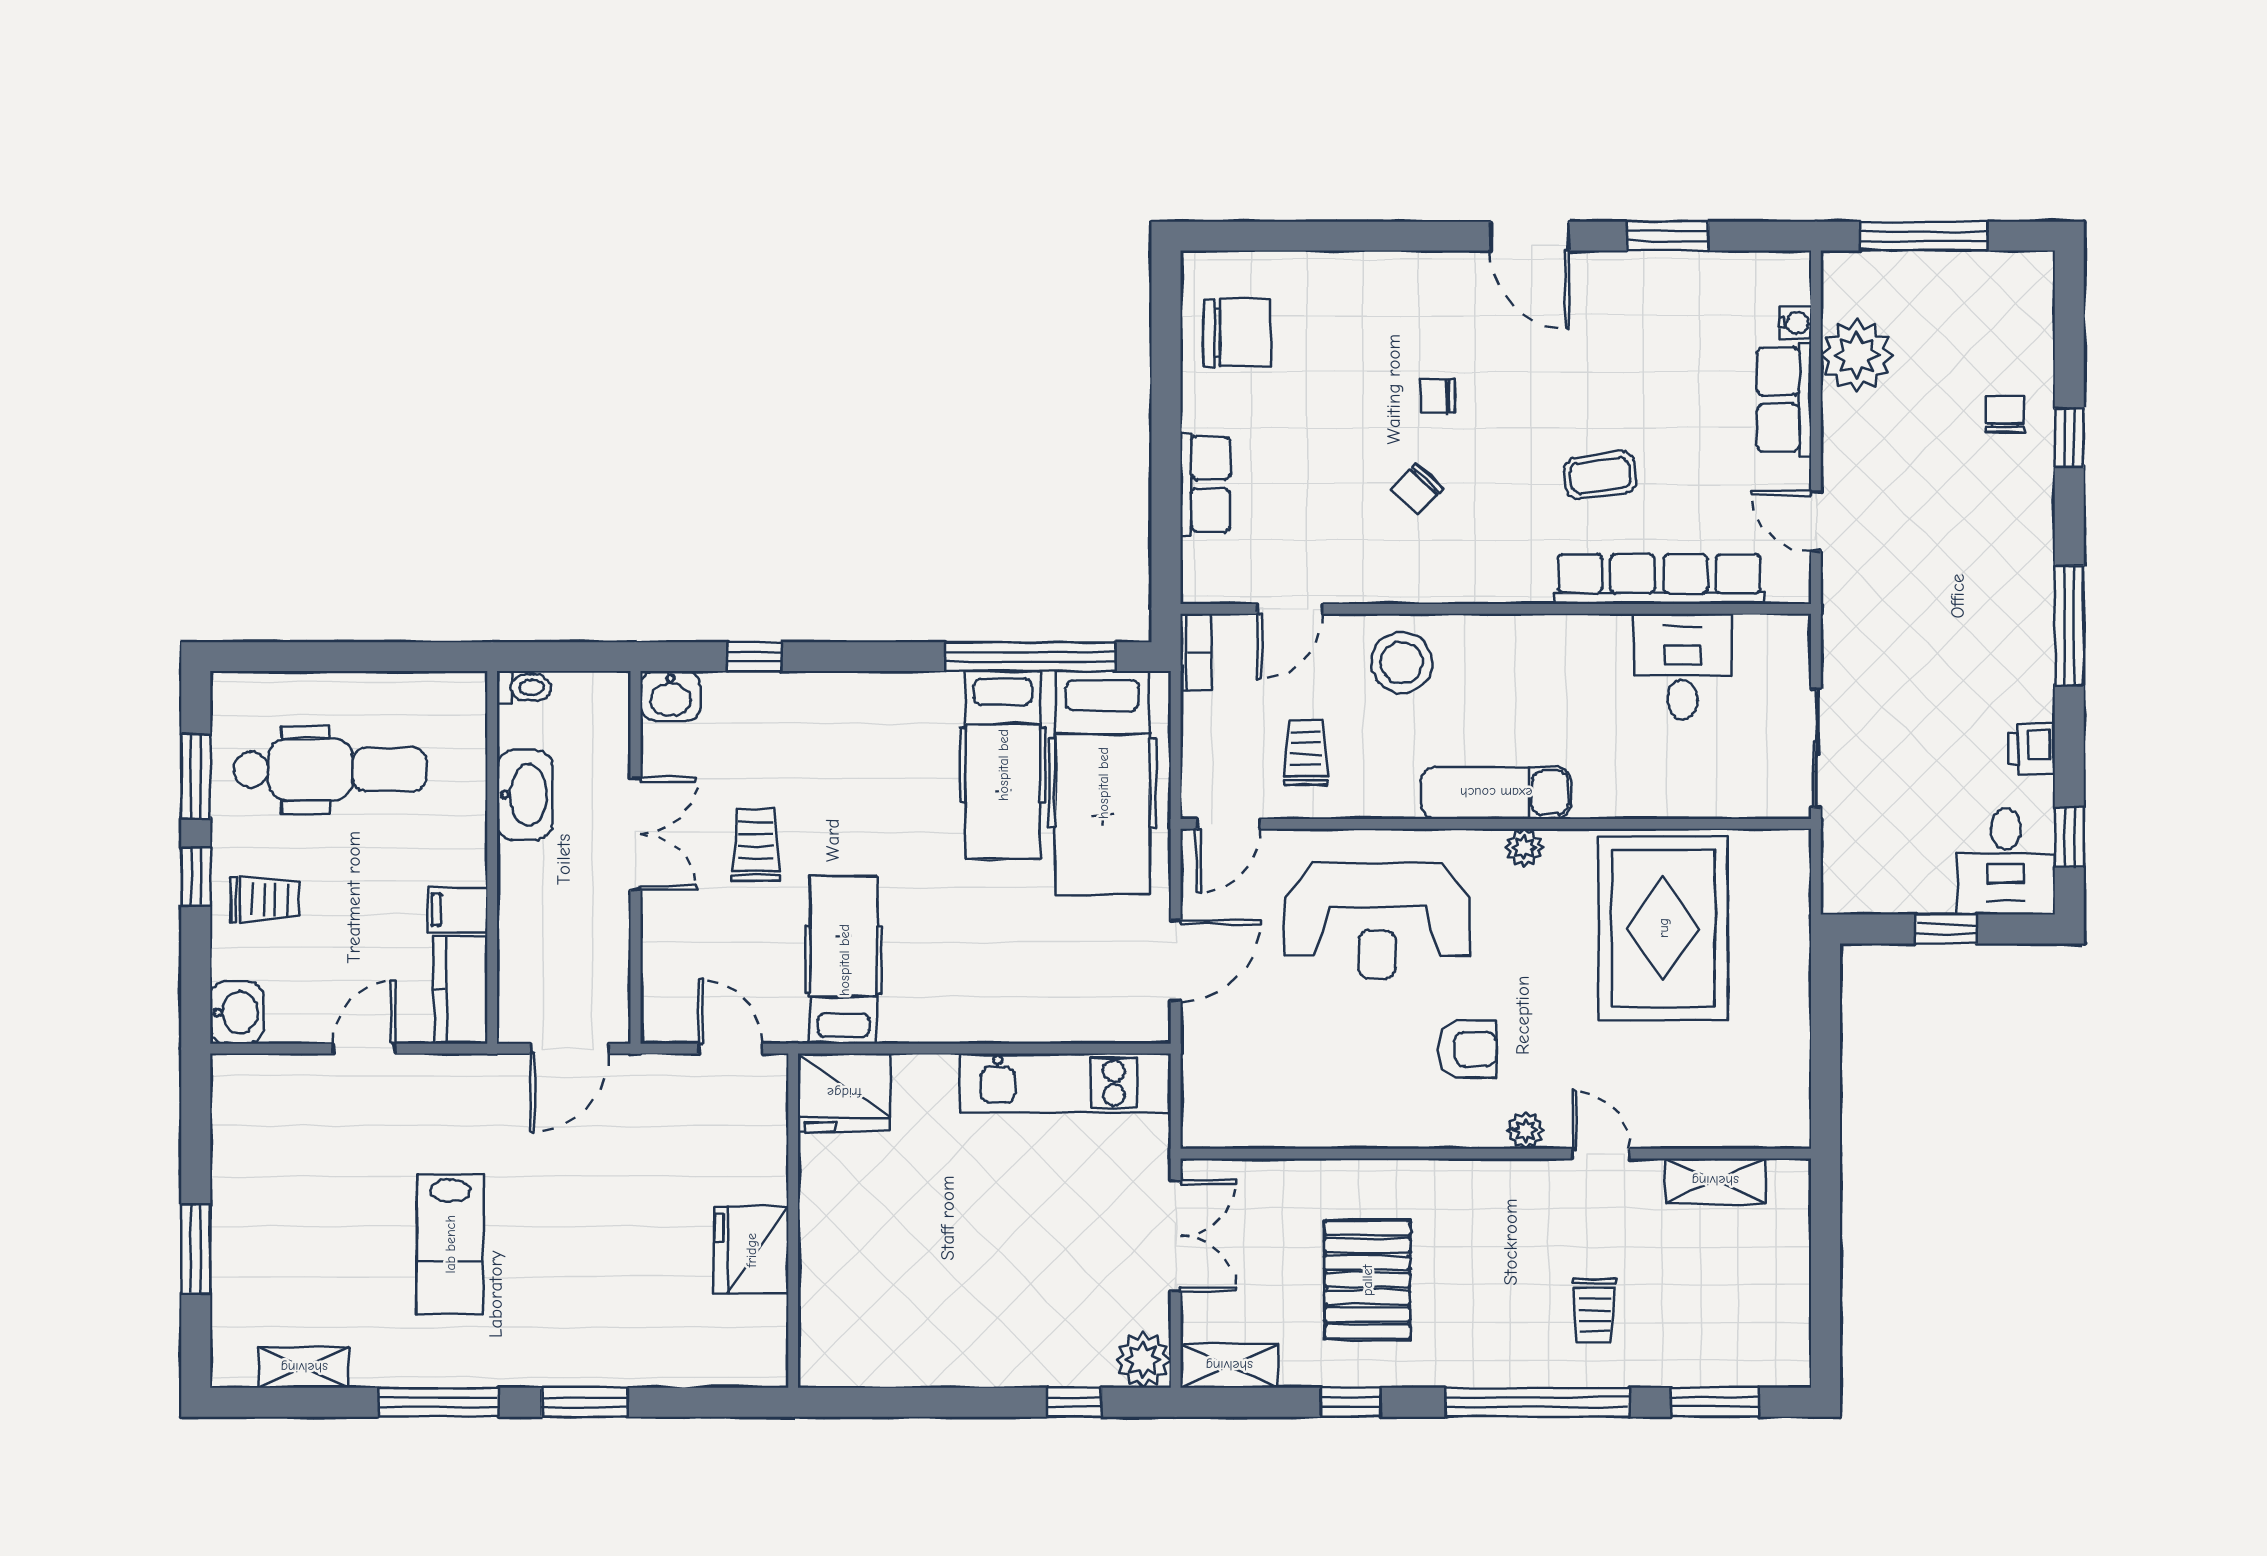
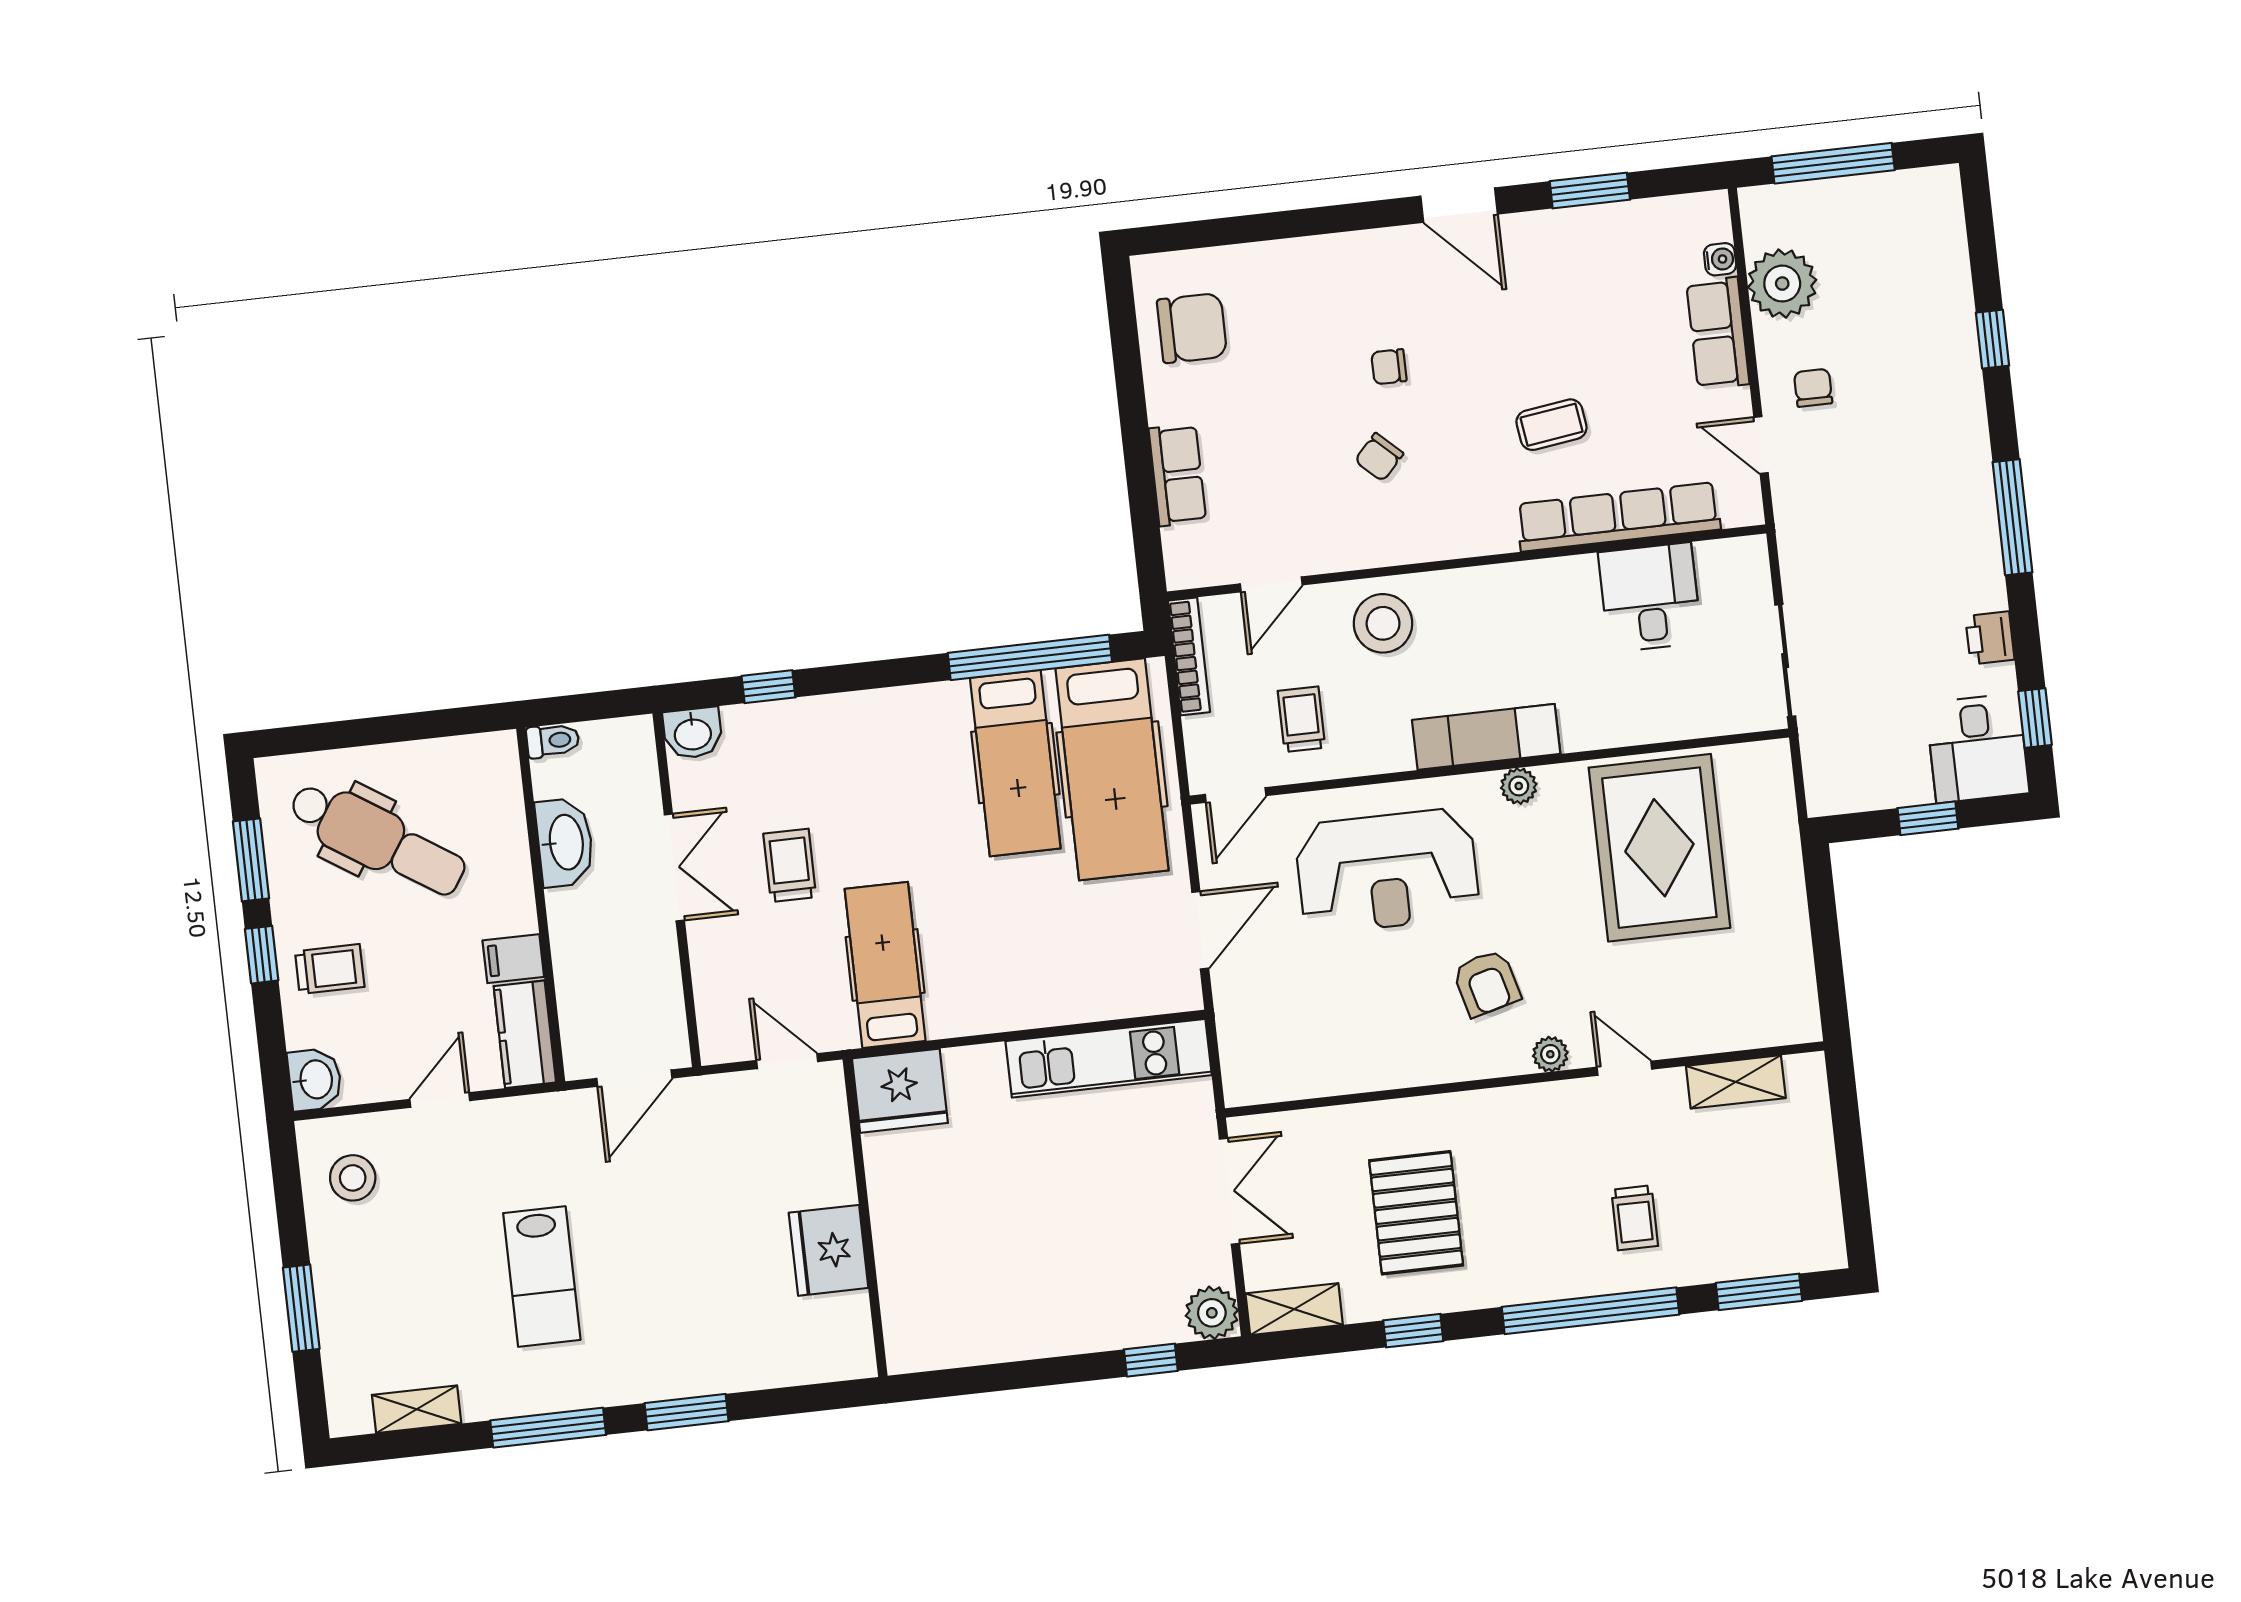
chair: (2005, 414) -> (1813, 388), moved
bookcase: (1196, 652) -> (1189, 656), width x1.56
dental chair: (330, 770) -> (377, 839), turned 33
armchair: (1467, 1049) -> (1486, 983), turned 75
stool: (265, 1119) -> (353, 1178), added

